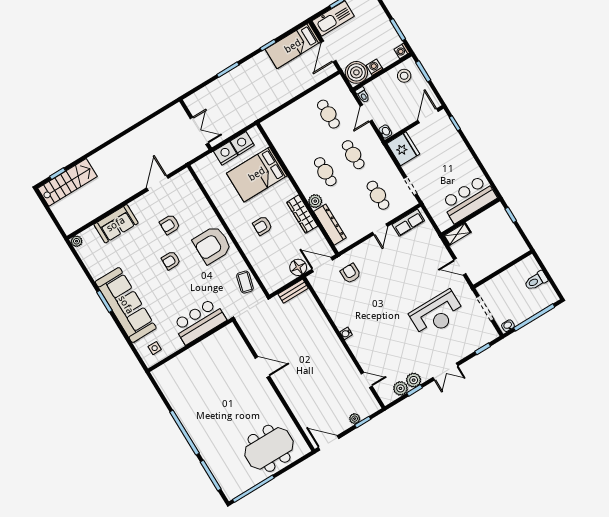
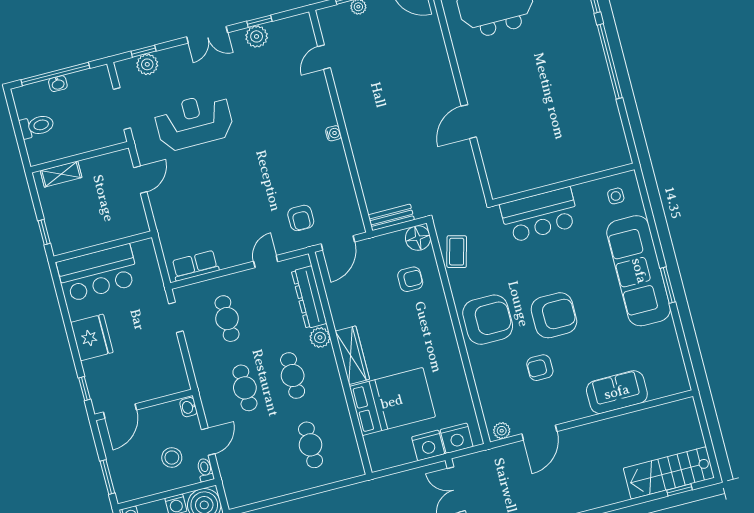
stool: (404, 76) -> (172, 458), moved
cafe table: (328, 114) -> (311, 445), moved
nightstand: (242, 143) -> (457, 438), moved
fridge: (403, 149) -> (92, 337), moved, turned 180
wardrobe: (302, 214) -> (352, 355), moved
armchair: (170, 224) -> (540, 368), turned 180
armchair: (262, 226) -> (410, 279), moved
door: (380, 229) -> (266, 262), moved
shelving: (457, 234) -> (61, 174), moved
plant: (77, 241) -> (502, 431), moved
armchair: (171, 260) -> (554, 315), width x1.88, depth x1.88
door: (322, 265) -> (338, 243), hinge flipped
floor lamp: (298, 267) -> (418, 238), moved
door: (460, 267) -> (140, 180), hinge flipped
washbasin: (508, 326) -> (58, 84), moved
door: (262, 367) -> (469, 122), hinge flipped
double door: (445, 372) -> (207, 35), swing flipped
door: (367, 380) -> (324, 57), hinge flipped
plant: (400, 388) -> (147, 64), moved

